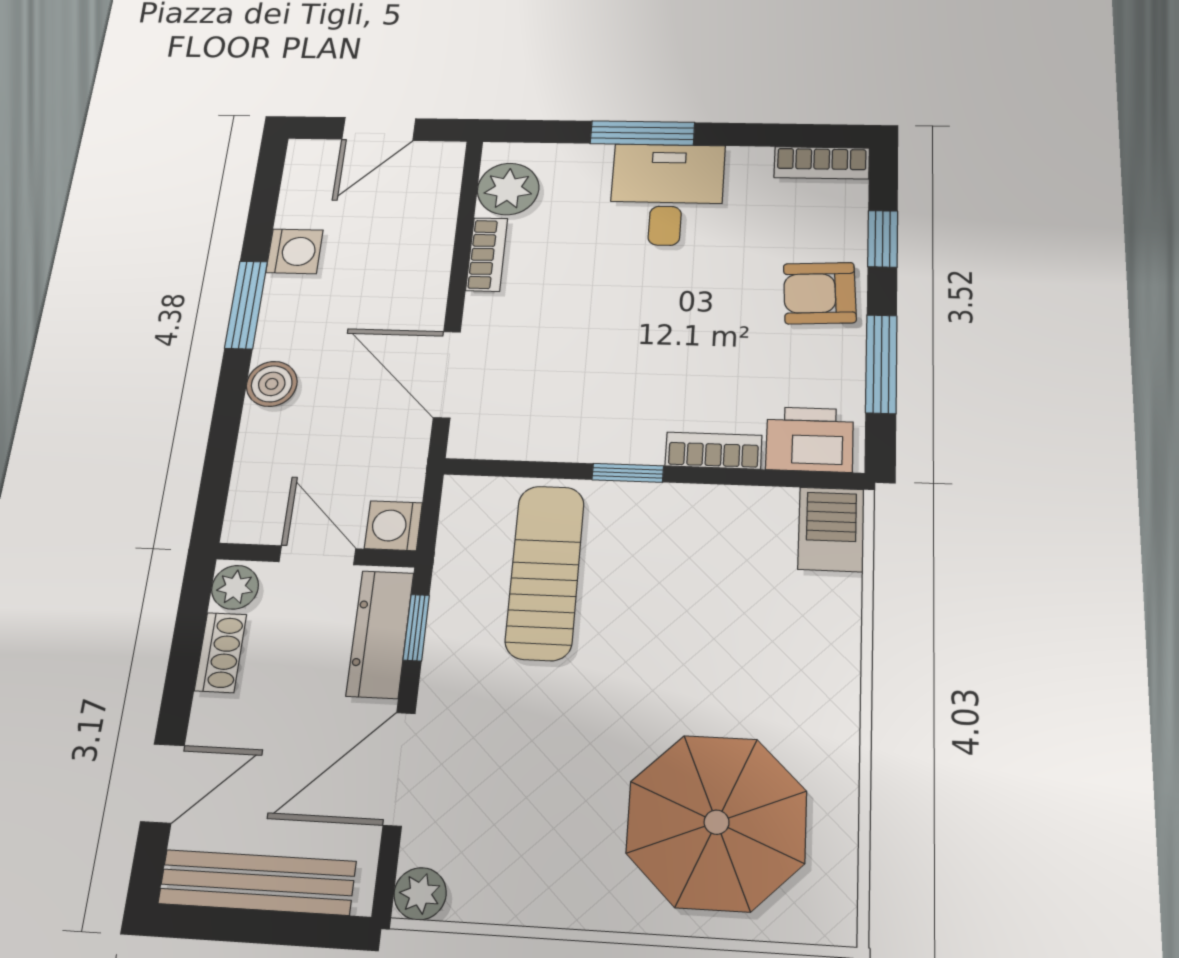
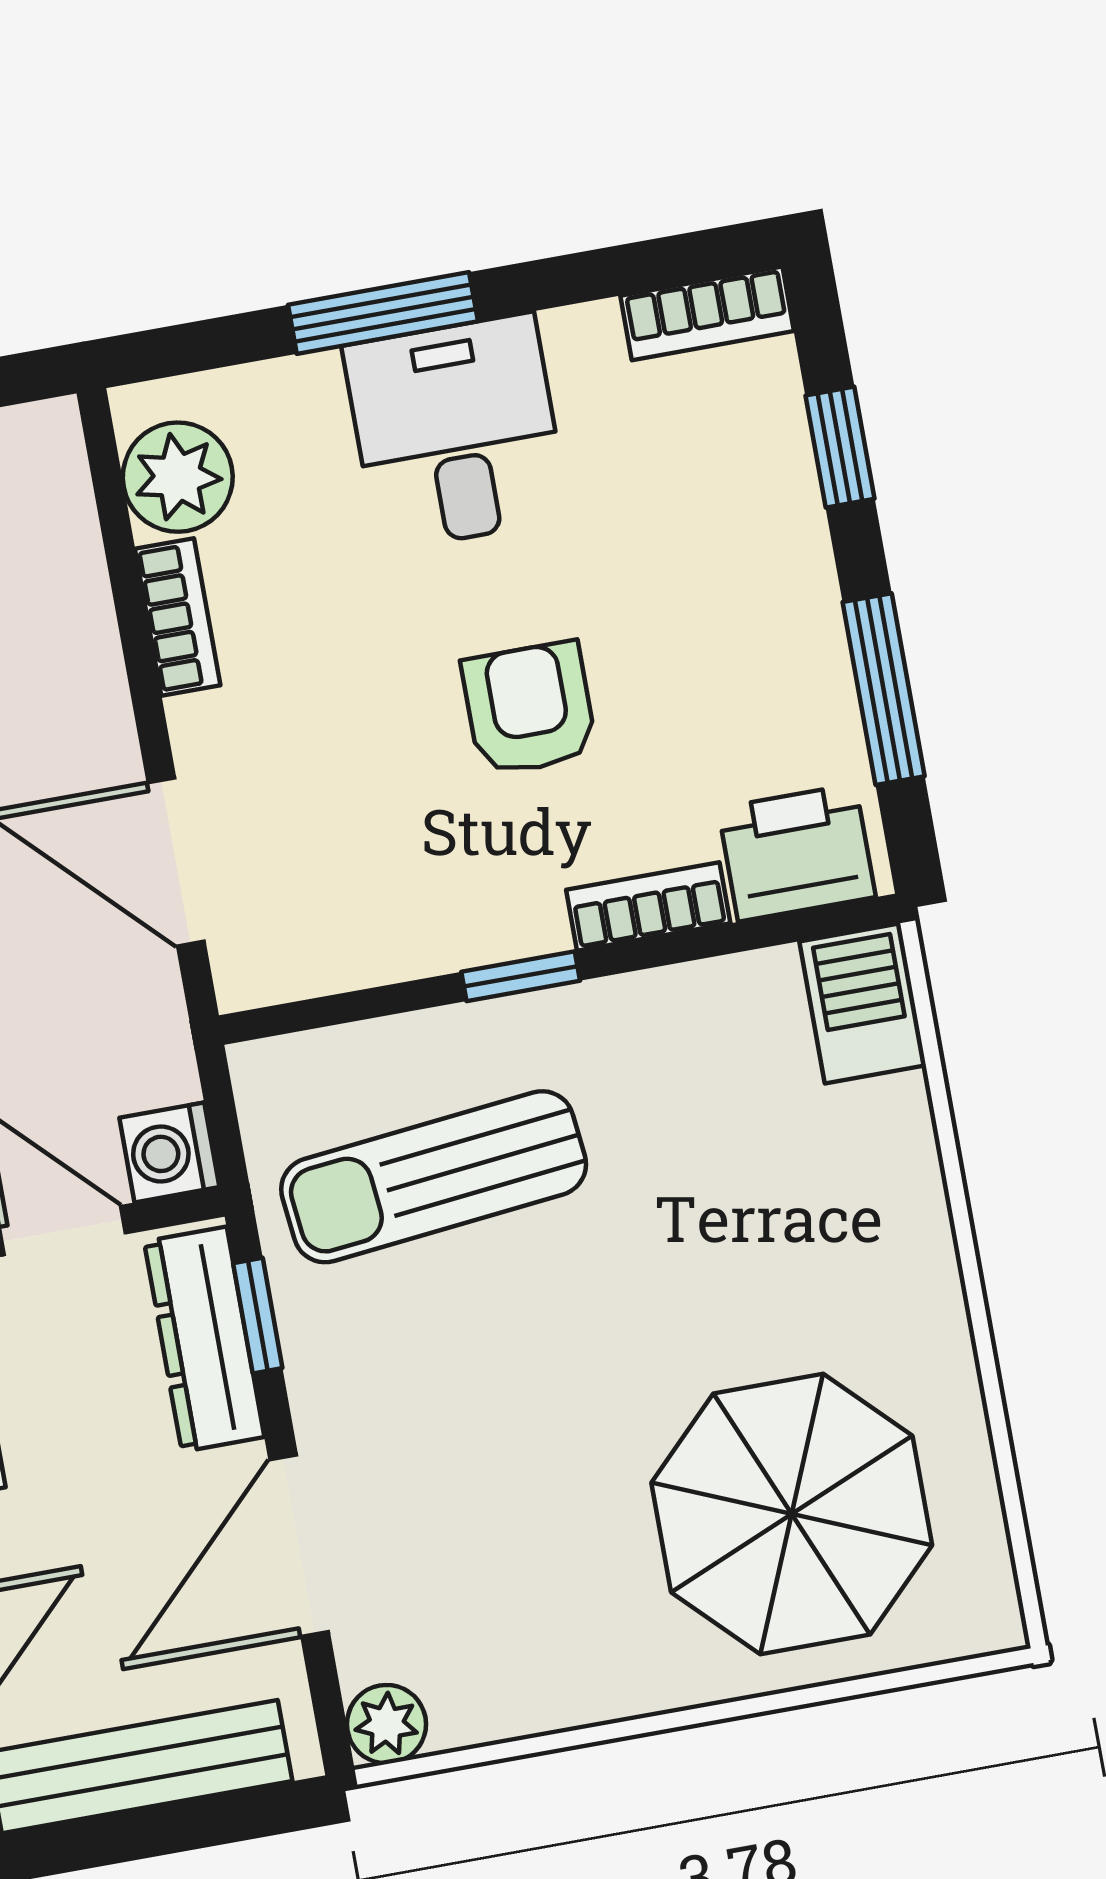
armchair: (820, 293) -> (529, 708), moved, turned 93
sun lounger: (545, 572) -> (434, 1177), turned -96

